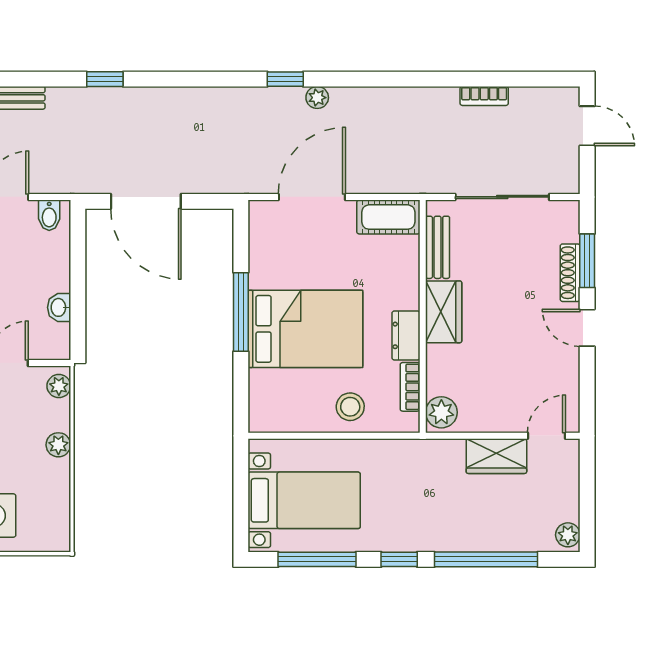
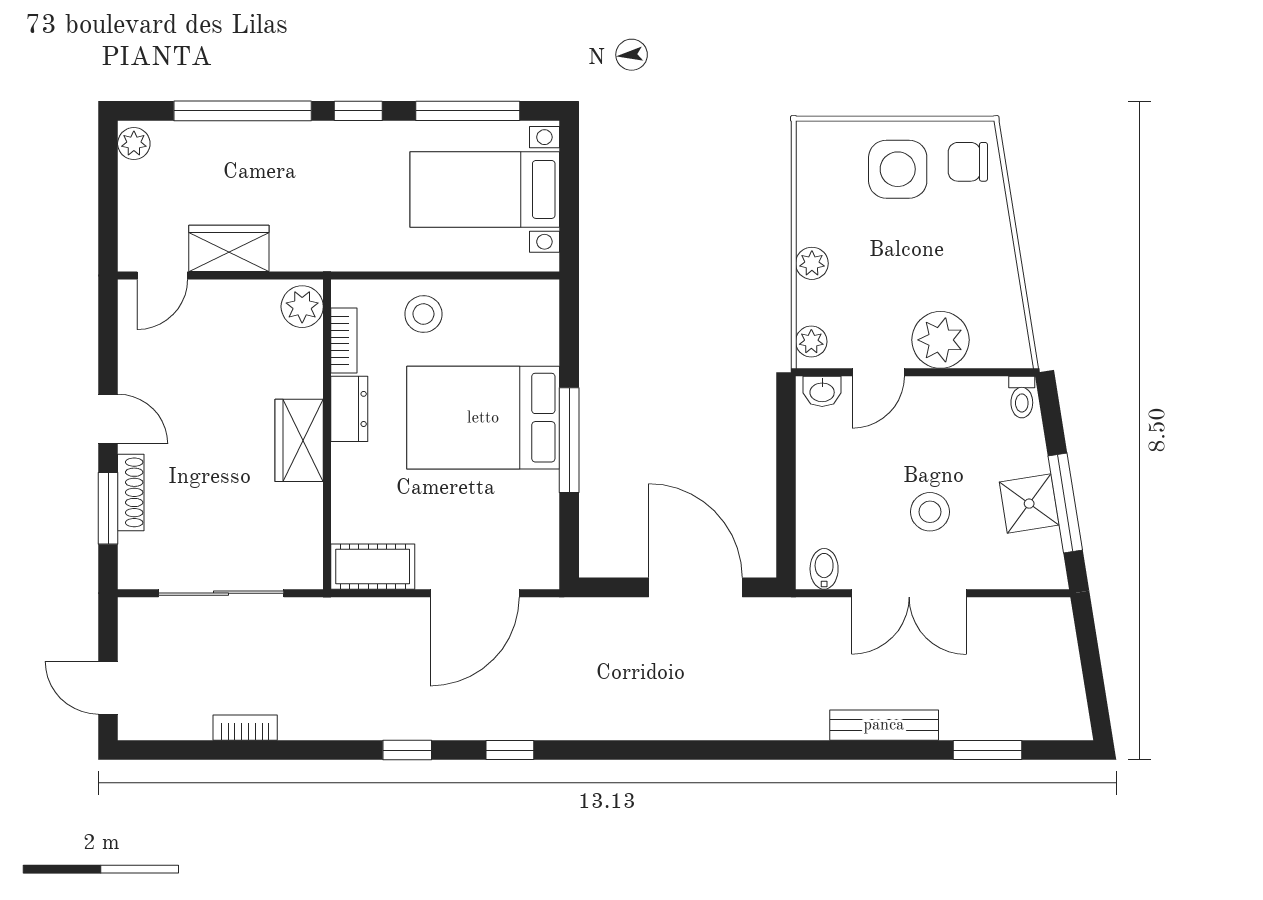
window: (105, 79) -> (407, 750), moved
plant: (317, 98) -> (467, 726), removed
bench: (438, 247) -> (307, 526), removed
washbasin: (59, 307) -> (822, 391), moved, turned 90

